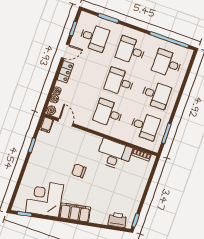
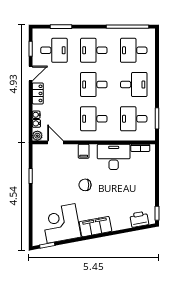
filing cabinet: (47, 125) -> (84, 151), moved
desk: (145, 126) -> (134, 119), turned 180

